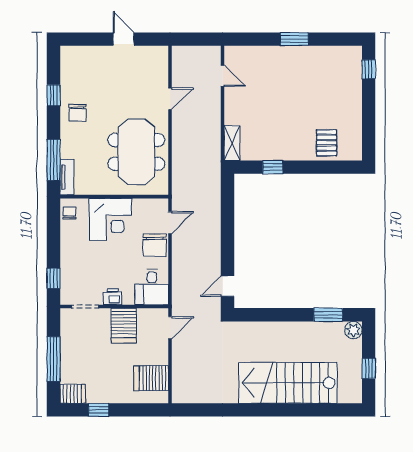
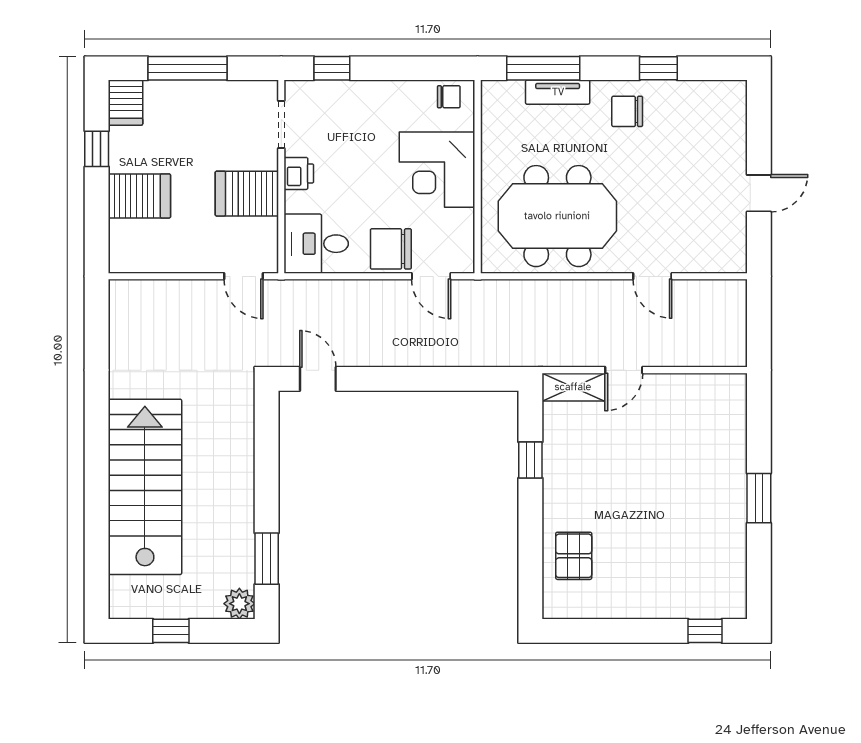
door: (223, 76) -> (624, 370), moved
pallet: (327, 143) -> (574, 556), turned 90
tv unit: (67, 177) -> (558, 92), moved
server rack: (151, 378) -> (139, 196), moved, turned 90

